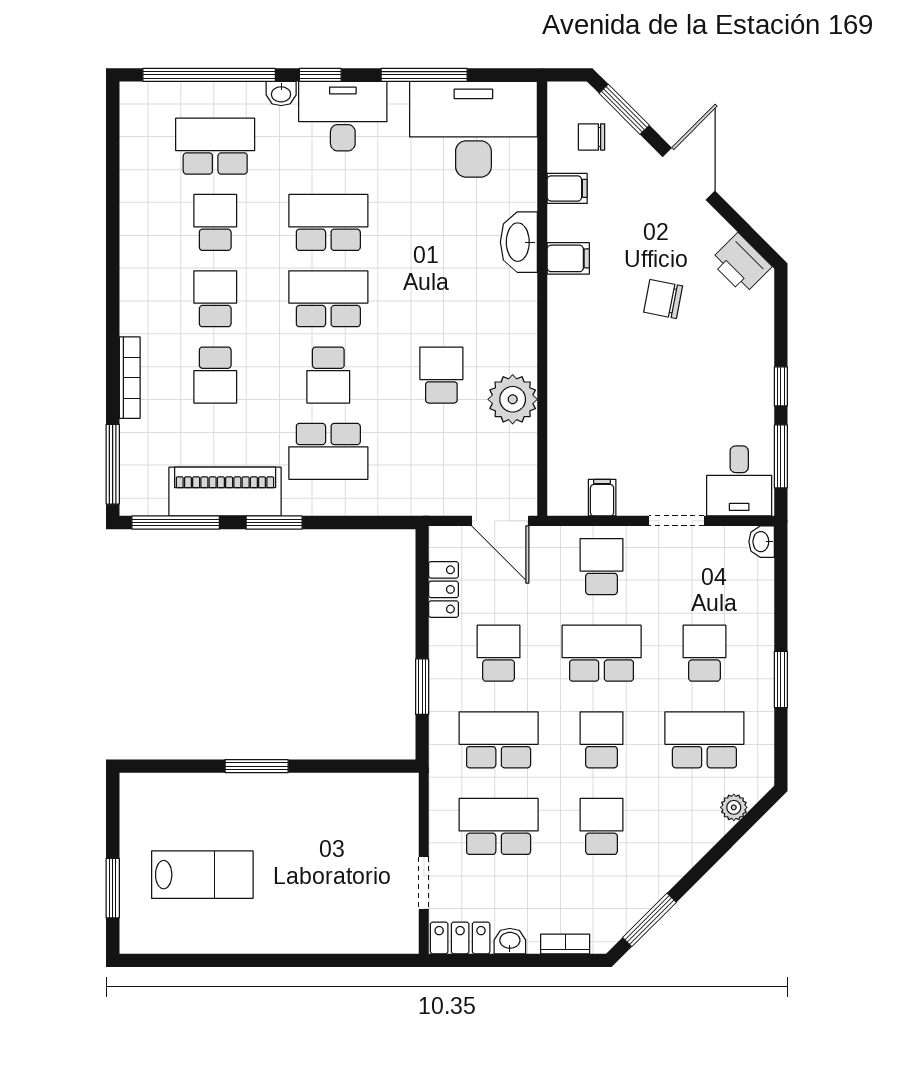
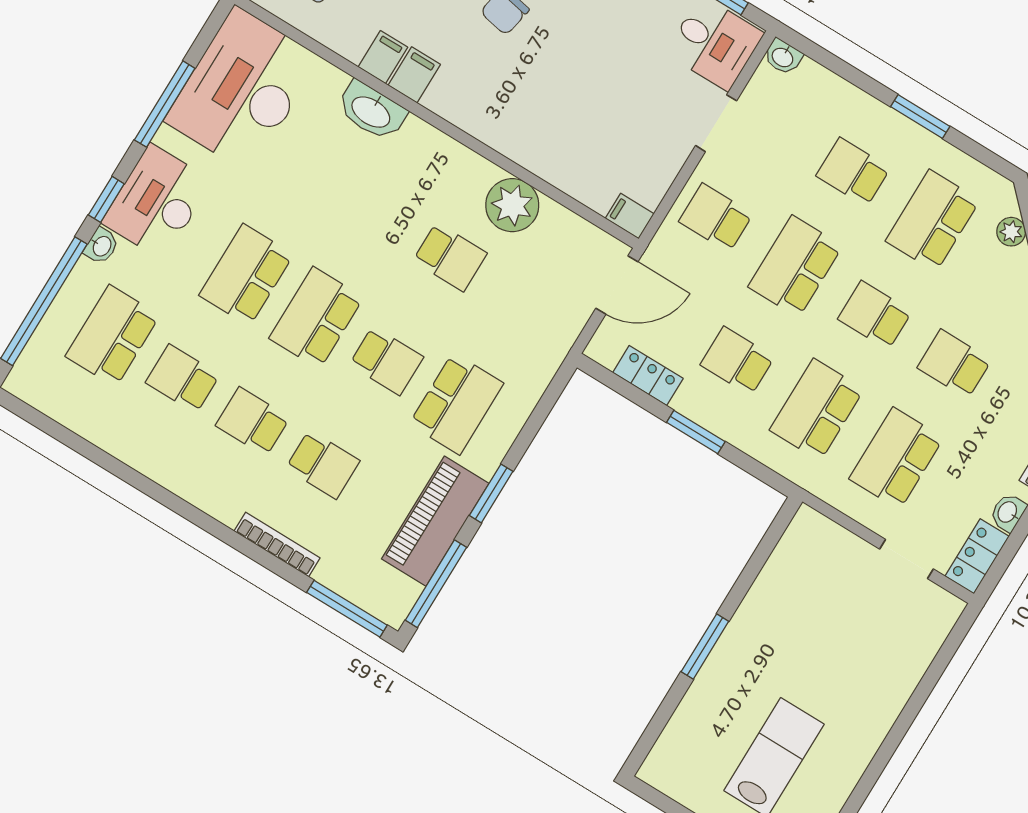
filing cabinet: (567, 188) -> (383, 57), moved
school desk: (441, 375) -> (450, 257), turned 180
filing cabinet: (602, 498) -> (630, 216), moved
window: (422, 687) -> (696, 432), moved

